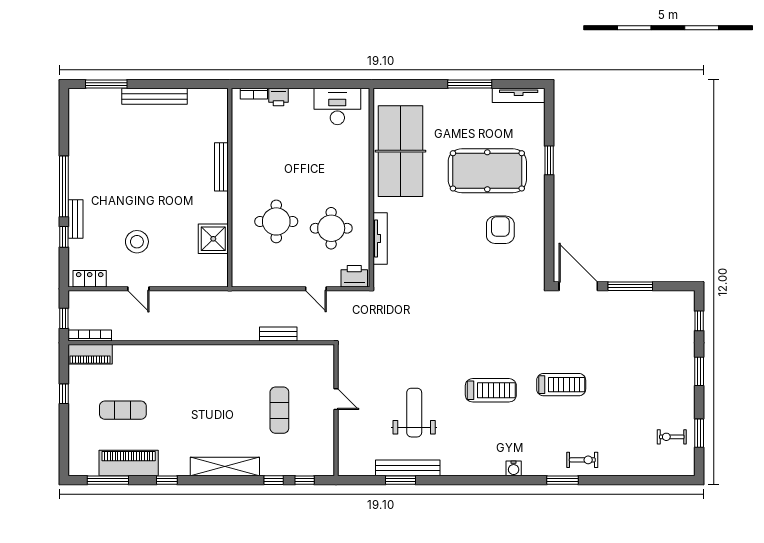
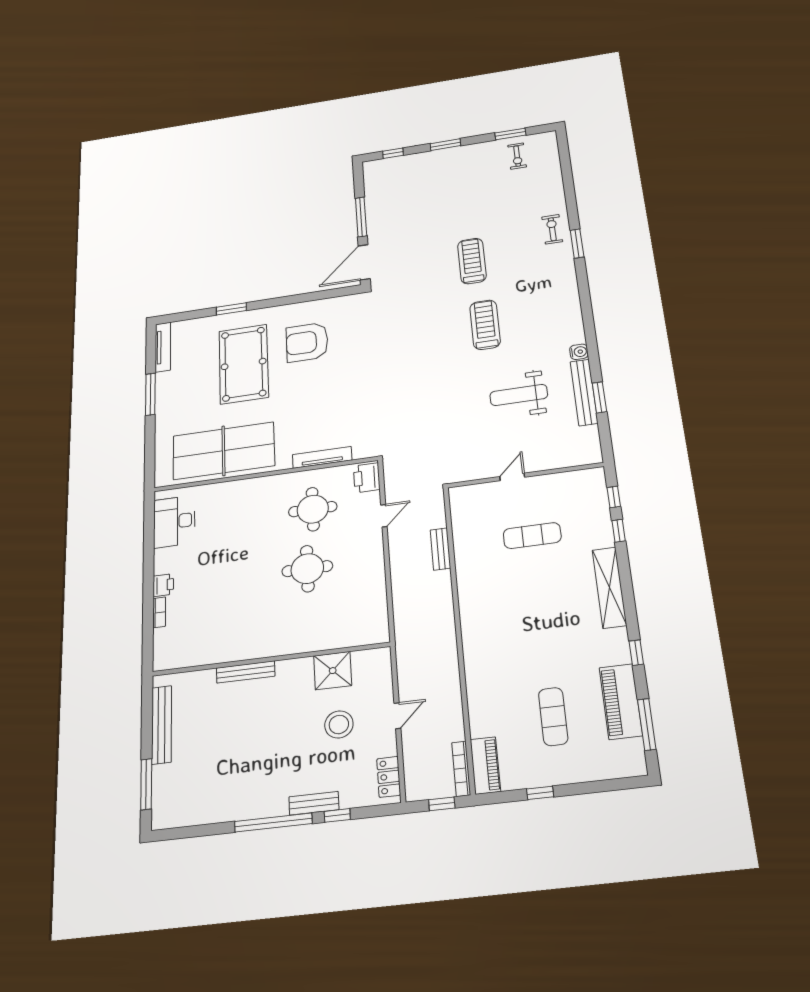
bench: (221, 167) -> (246, 672), moved
wall: (230, 188) -> (270, 659), moved
armchair: (500, 230) -> (307, 342), width x1.36, depth x1.36
shower: (213, 239) -> (333, 671), moved
water cooler: (514, 468) -> (579, 352), moved

